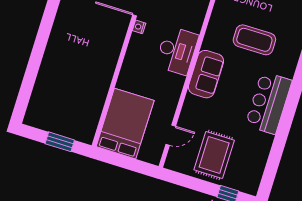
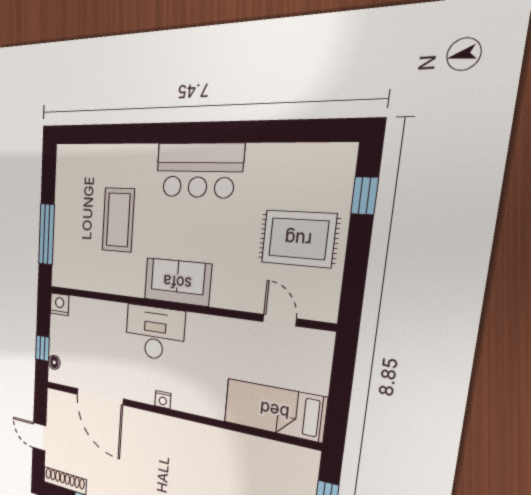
nightstand: (139, 27) -> (163, 400), moved
bed: (125, 124) -> (274, 410), width x0.67

